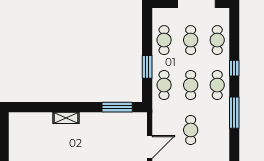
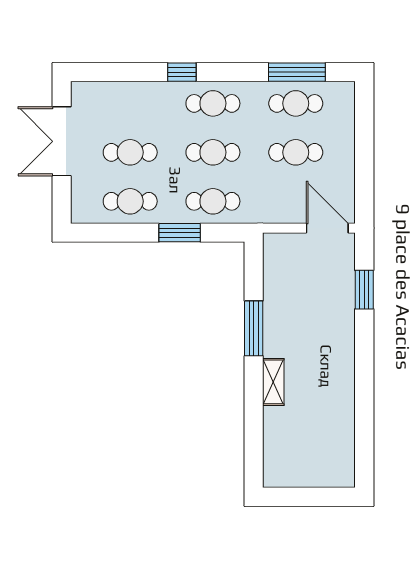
cafe table: (217, 40) -> (296, 103), moved
window: (117, 107) -> (254, 328), moved
window: (234, 113) -> (297, 72), moved

